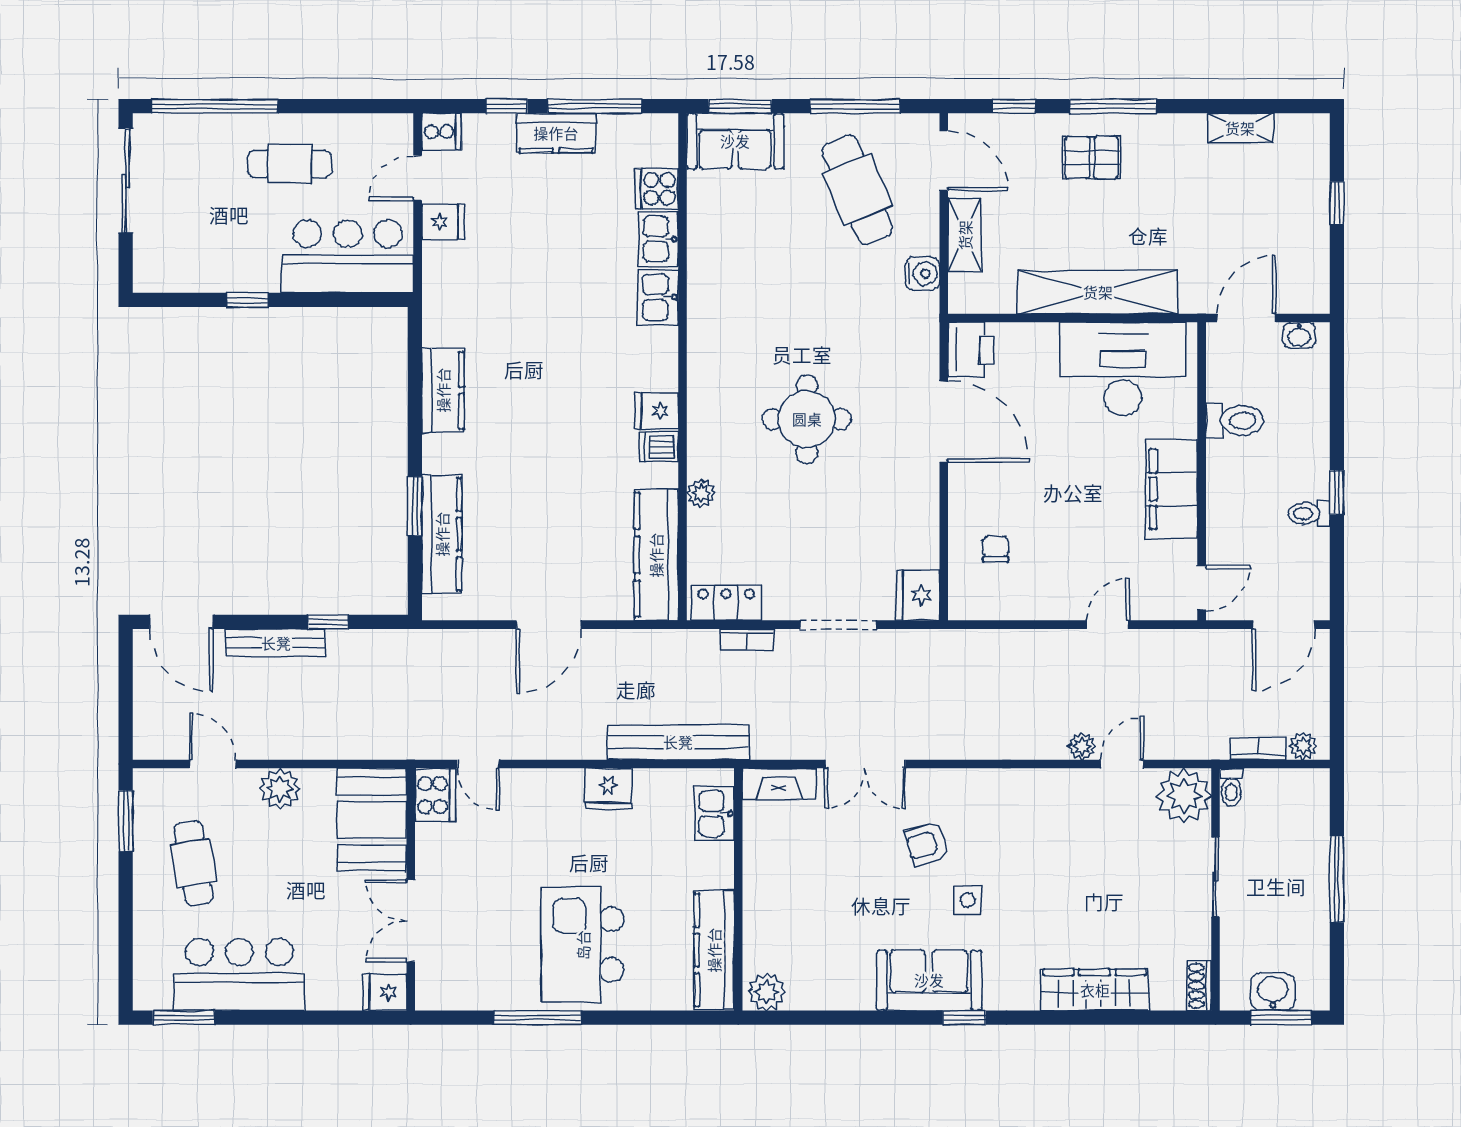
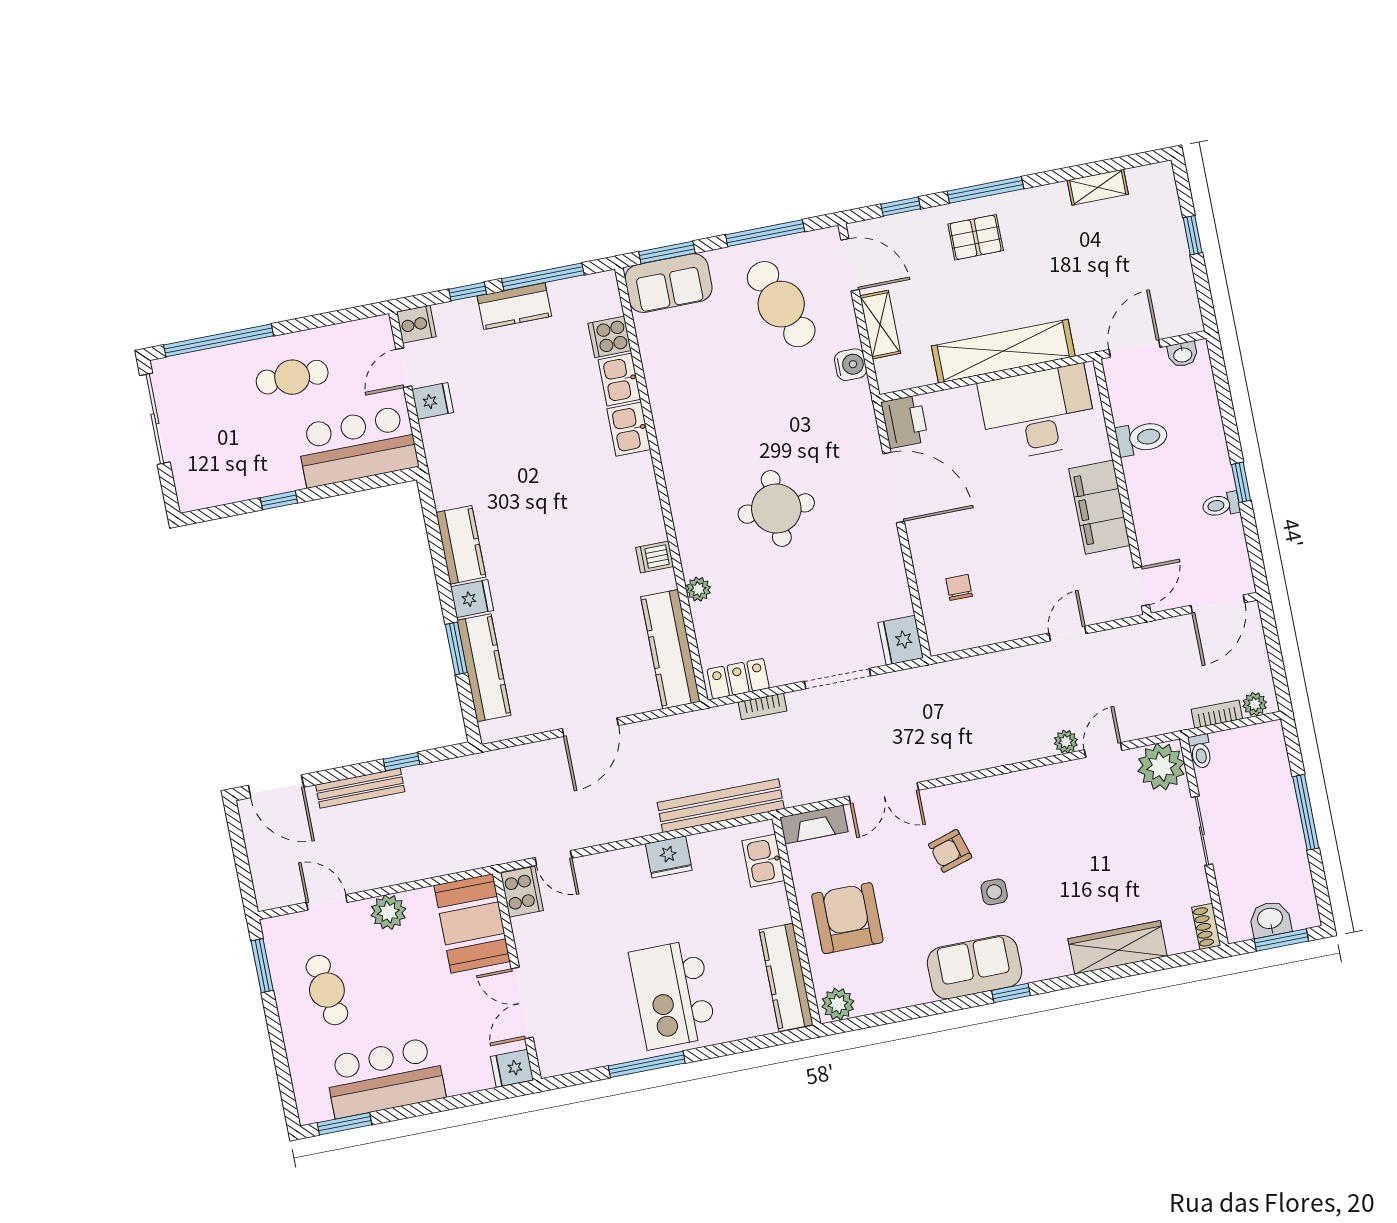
fridge: (656, 411) -> (472, 599), moved, turned 180
armchair: (796, 897) -> (847, 918), added

